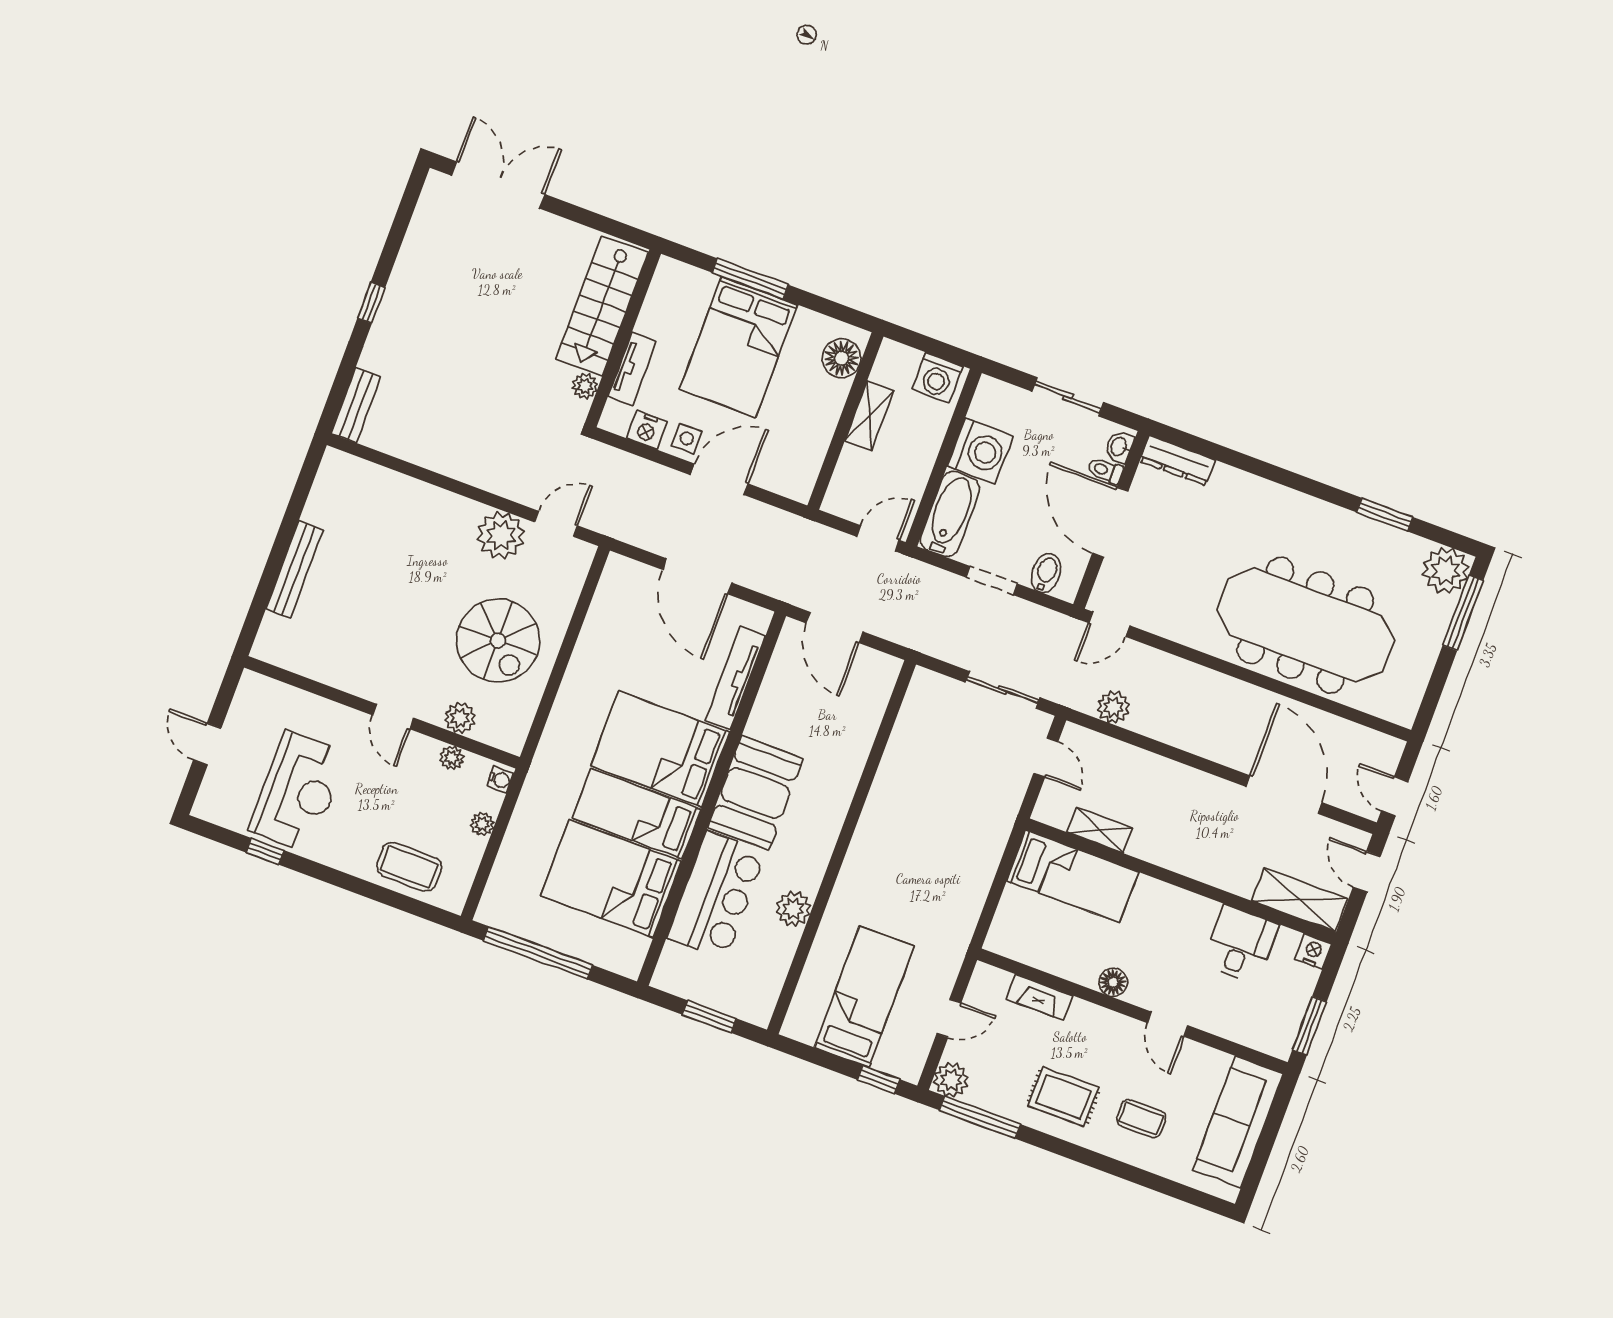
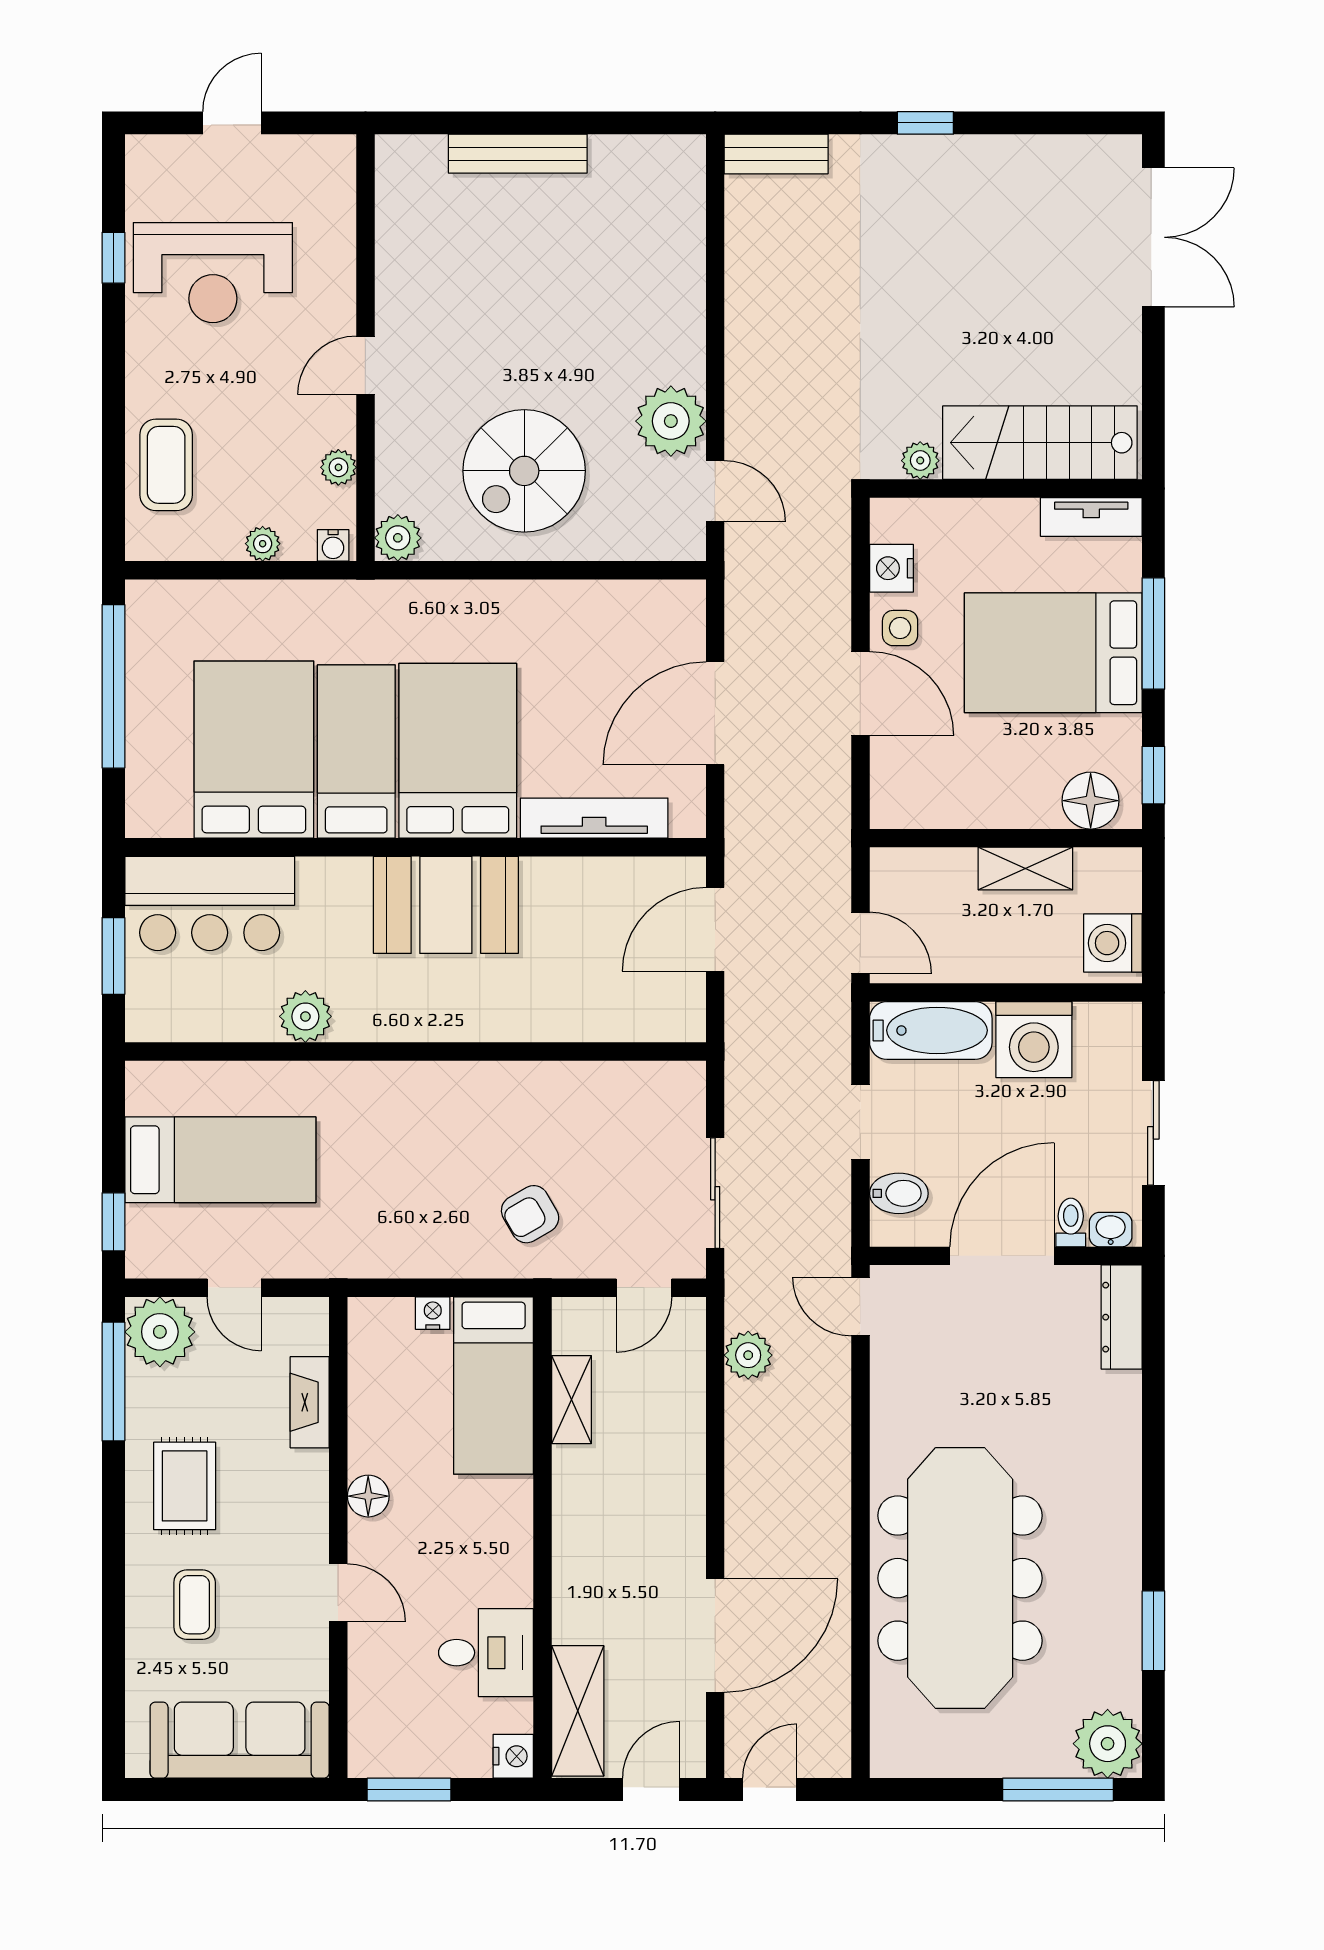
window: (840, 312) -> (1153, 775), added
tv unit: (632, 369) -> (1091, 517), moved
plant: (460, 718) -> (398, 538), moved
armchair: (972, 813) -> (530, 1214), added
bar counter: (716, 895) -> (210, 903), moved
nightstand: (1012, 898) -> (433, 1313), added
door: (1168, 1024) -> (338, 1593), swing flipped
plant: (951, 1080) -> (160, 1332), width x1.36, depth x1.36

